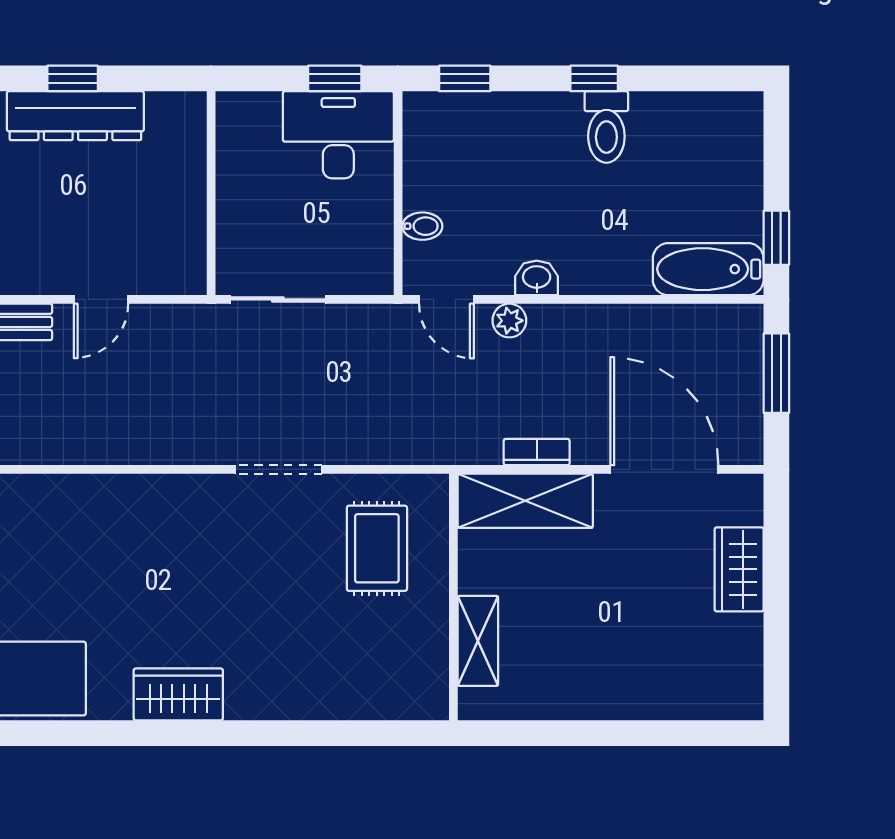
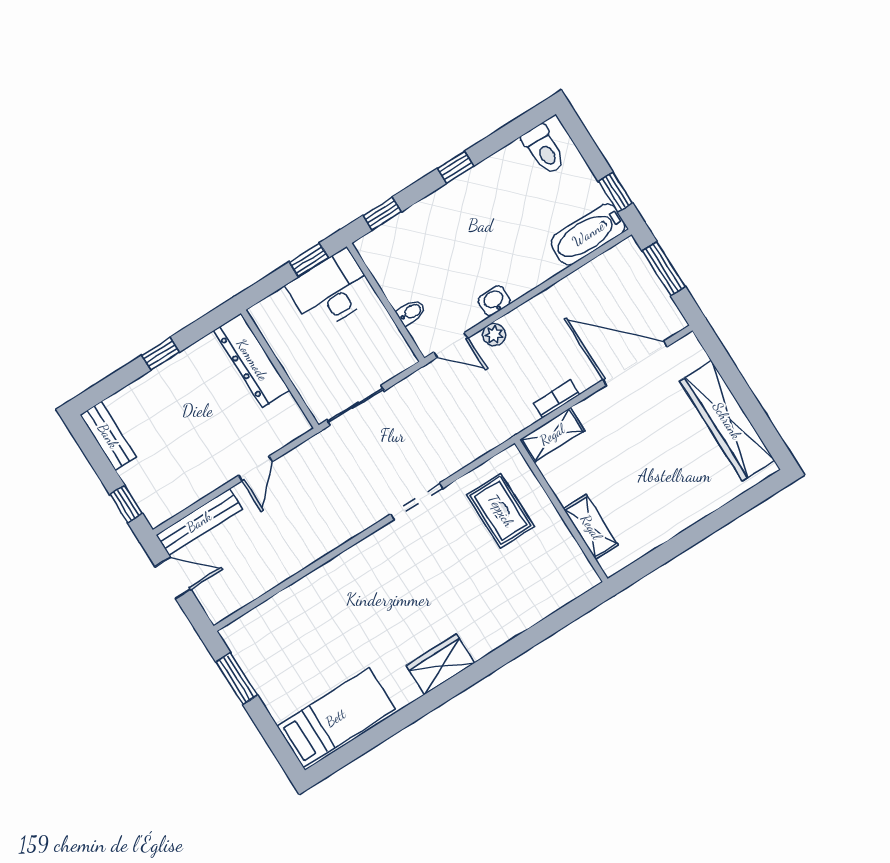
dresser: (75, 116) -> (252, 360), moved, turned 90
toilet: (606, 127) -> (544, 150), moved
shelving: (525, 501) -> (552, 435), width x0.67, depth x0.75
wardrobe: (739, 569) -> (727, 421), width x2.10, depth x1.17

